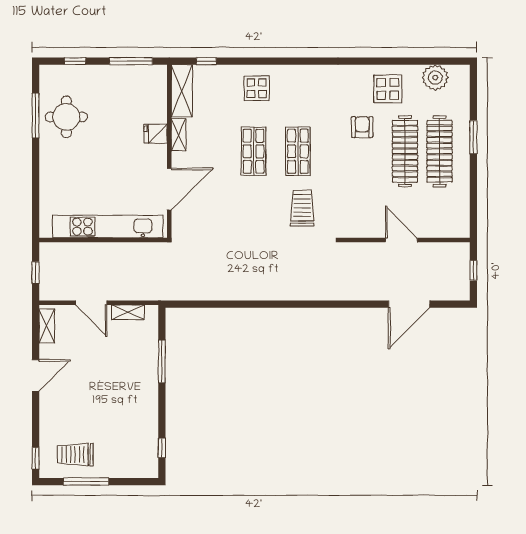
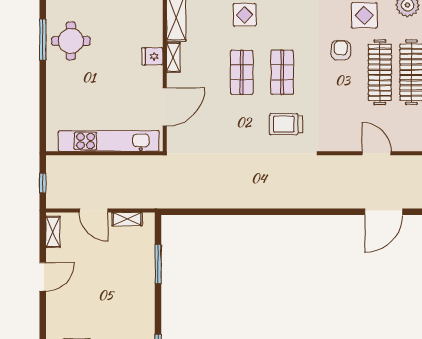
trolley: (302, 208) -> (286, 124), turned -90

